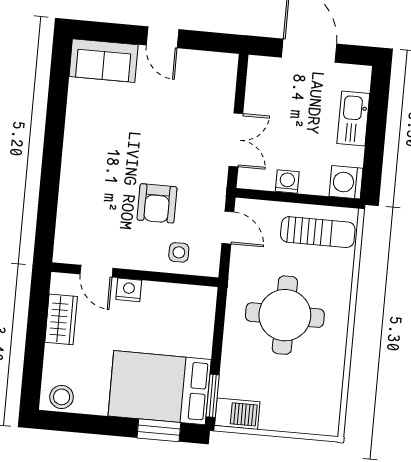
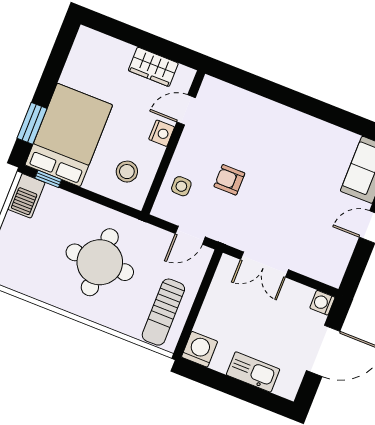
washing machine: (287, 182) -> (322, 303), moved, turned 180
armchair: (157, 203) -> (229, 180), width x0.72, depth x0.72
window: (213, 396) -> (48, 179), width x0.67
stool: (62, 397) -> (127, 172), moved

